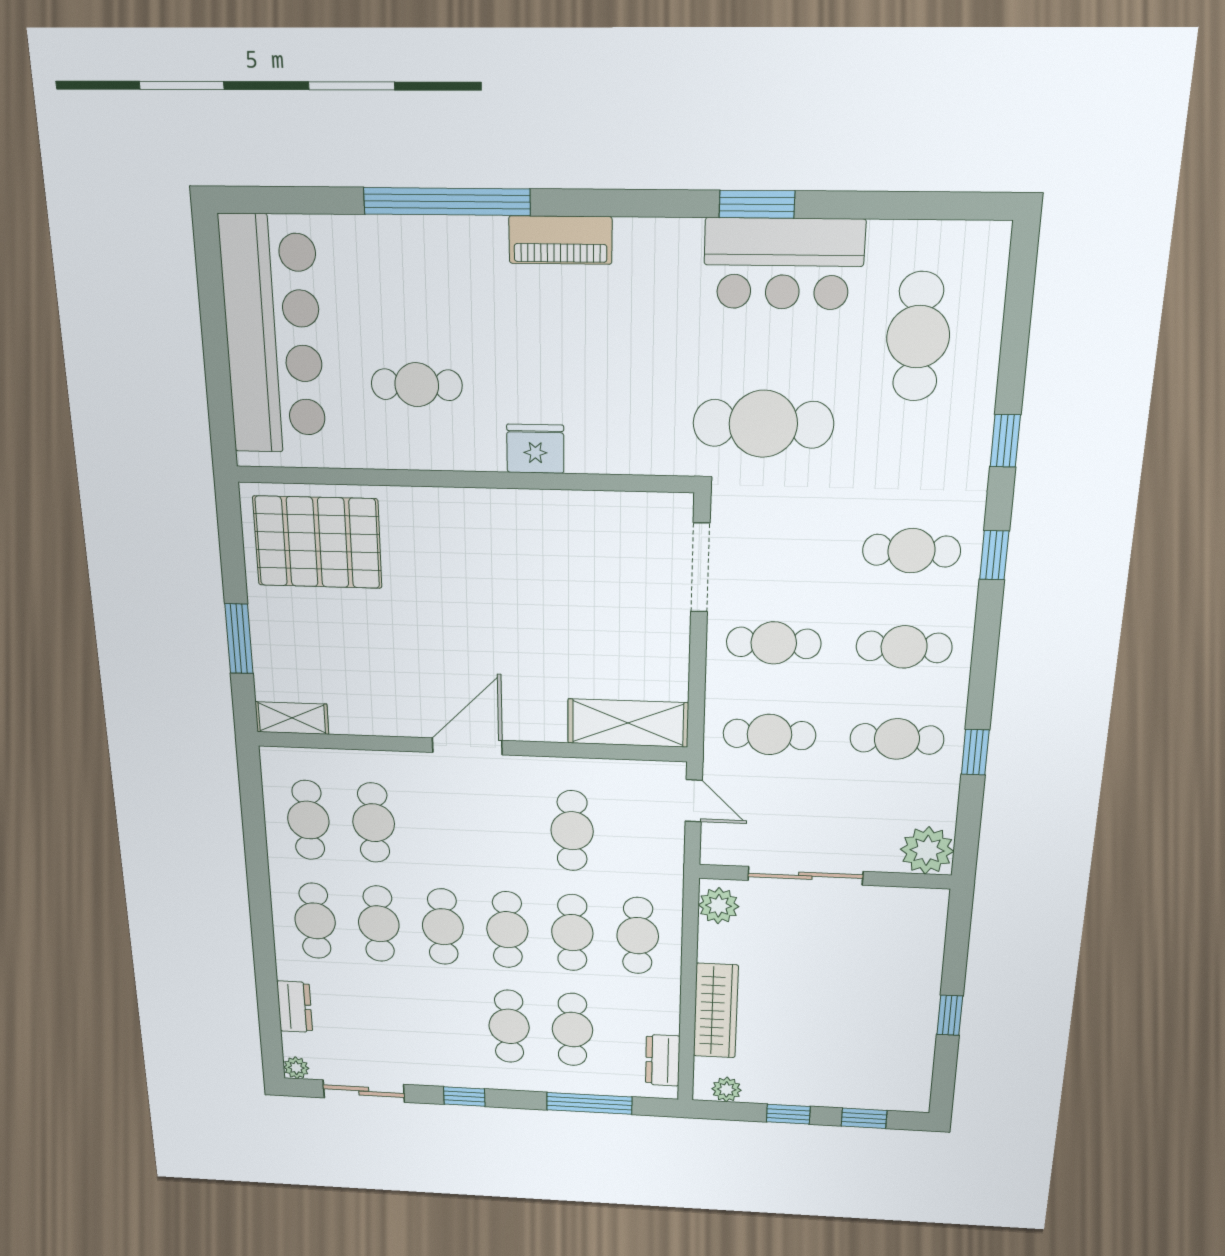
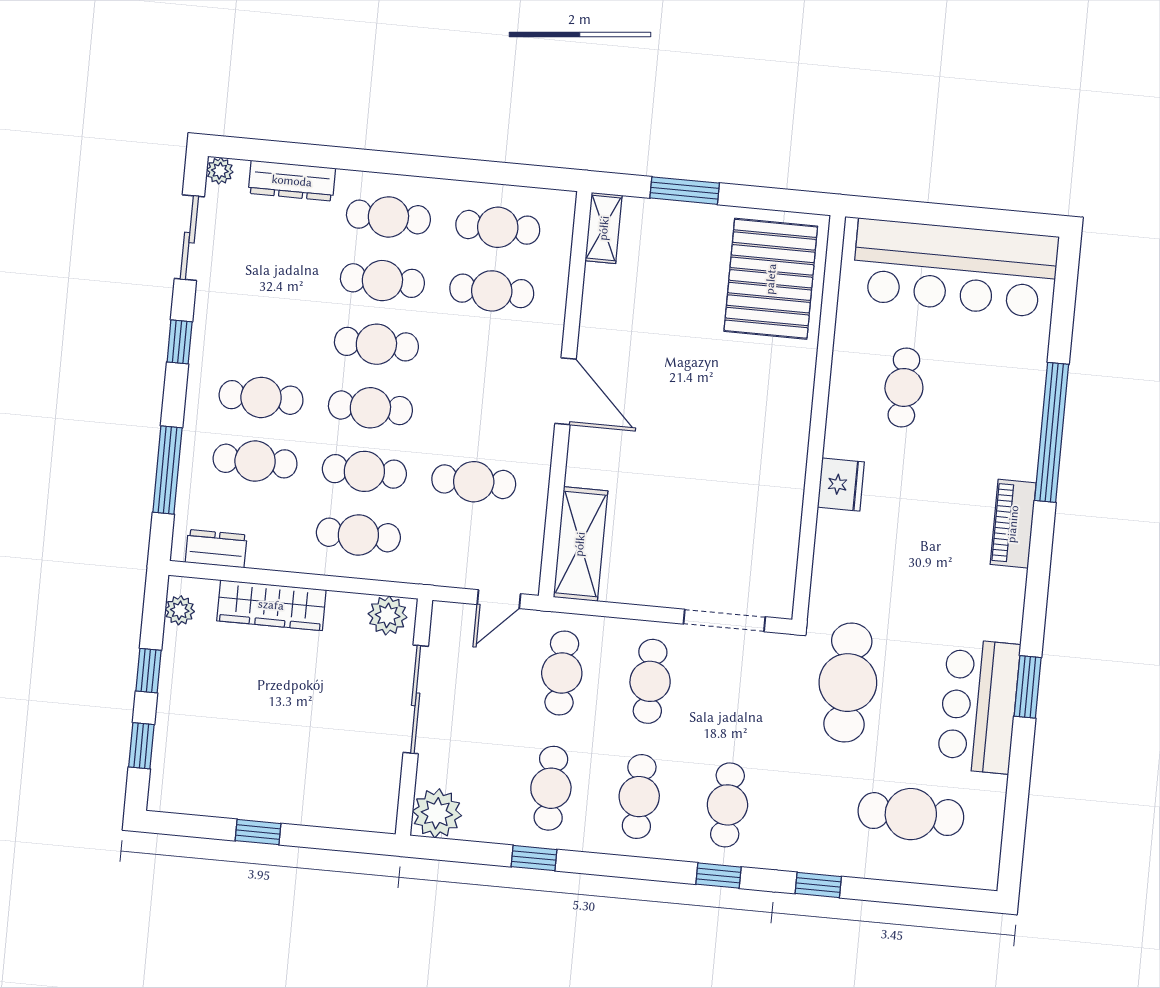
dresser: (295, 1007) -> (292, 181), width x1.44

